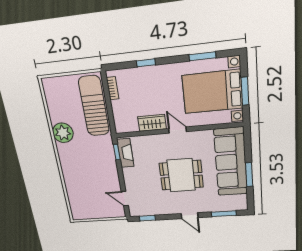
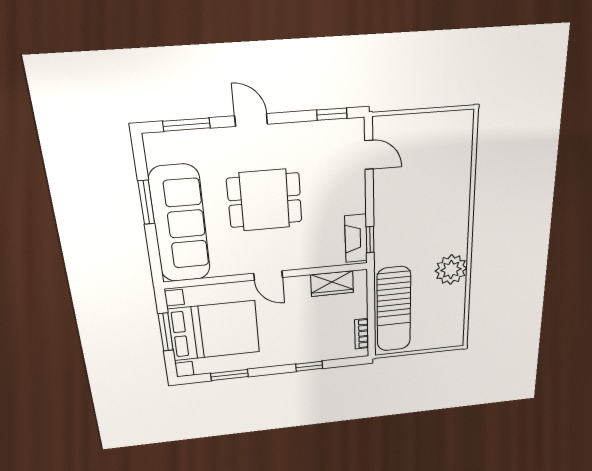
wardrobe: (152, 123) -> (332, 284), moved

